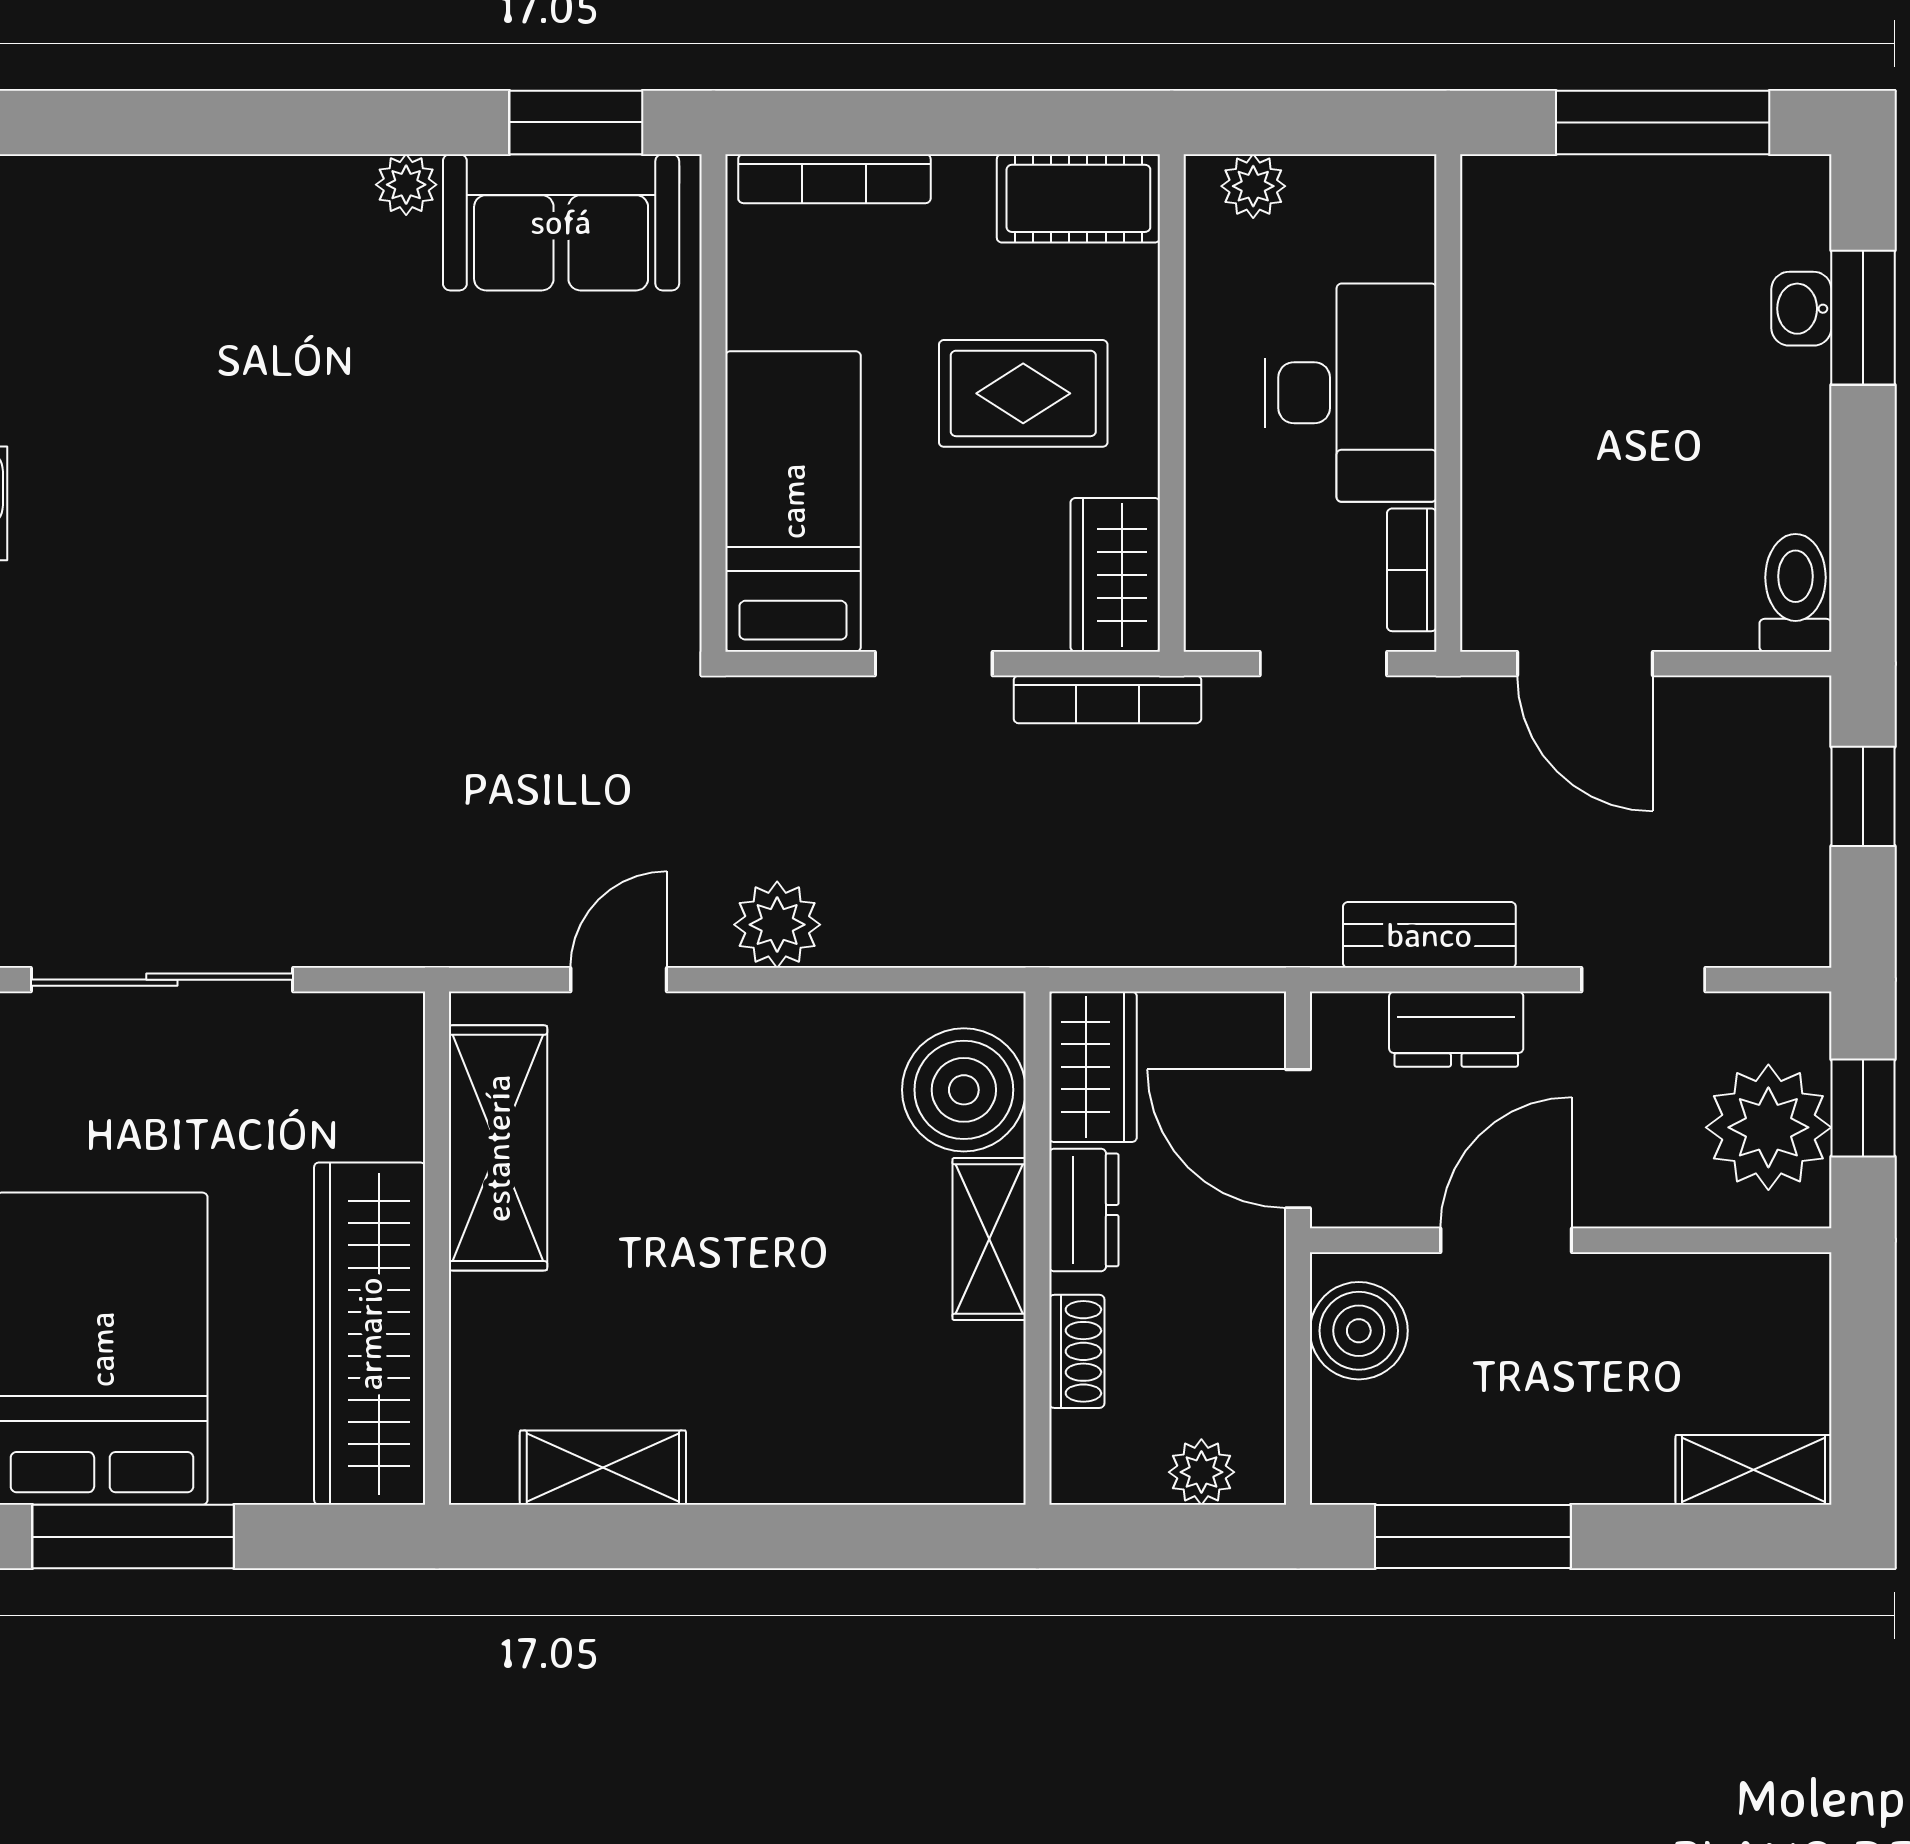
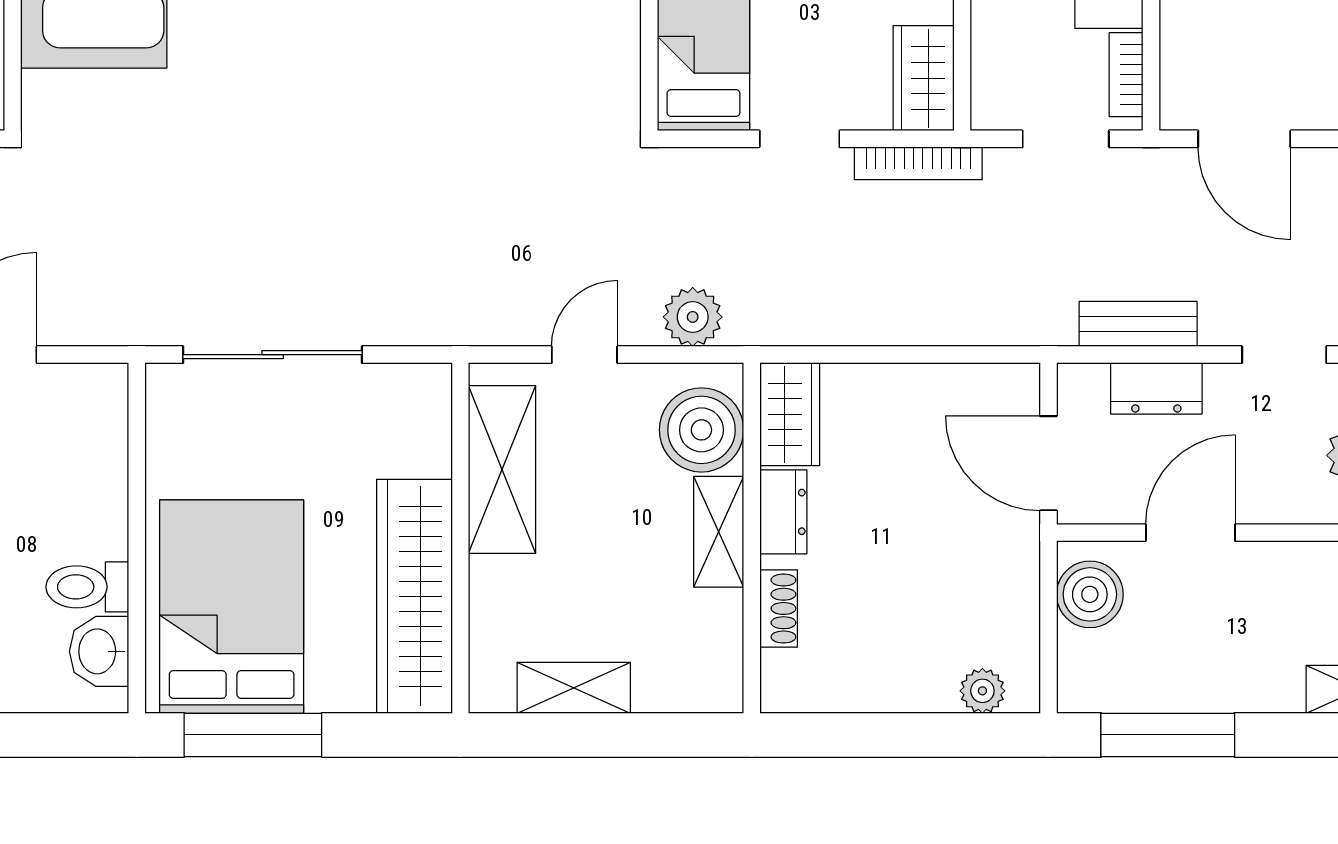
wardrobe: (1093, 1067) -> (790, 414), moved
boiler: (964, 1090) -> (701, 430), moved
dresser: (1084, 1210) -> (783, 512), moved
shelving: (989, 1239) -> (719, 532), moved
wall: (1037, 1248) -> (752, 538), moved
shoe rack: (1077, 1351) -> (779, 608), moved

